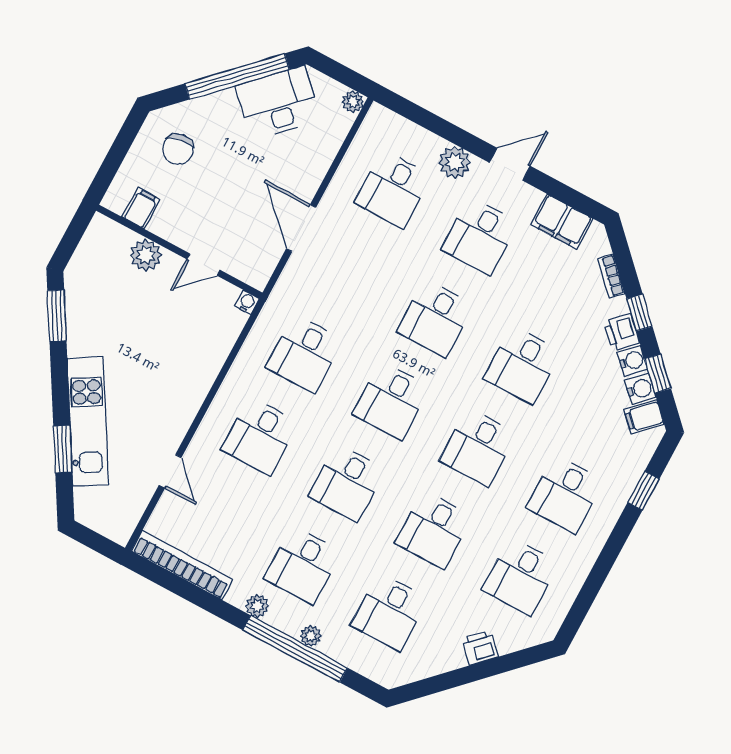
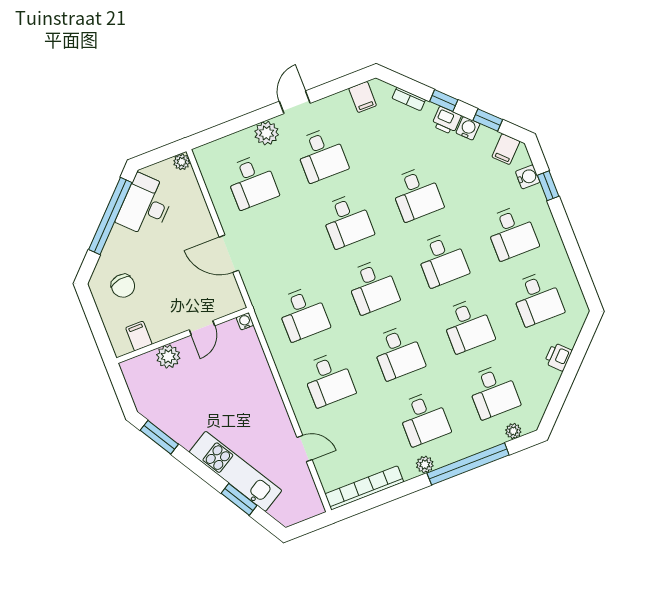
filing cabinet: (562, 222) -> (363, 97), width x0.50
water cooler: (640, 389) -> (528, 177), moved, turned 45
plant: (311, 636) -> (513, 431), moved

